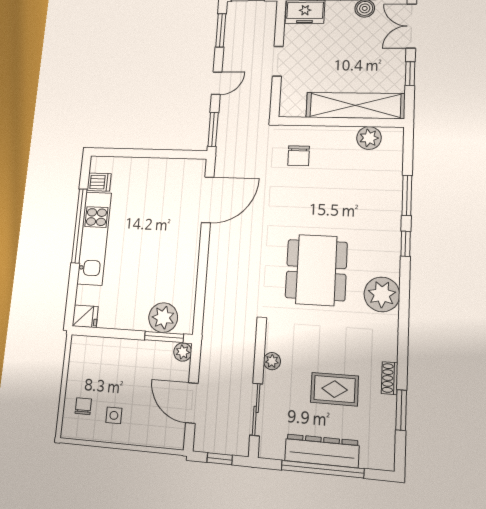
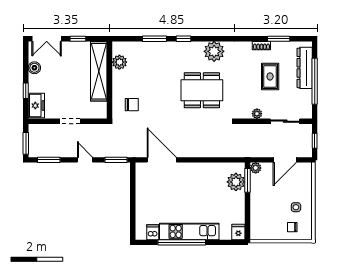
dresser: (322, 451) -> (305, 68), moved

